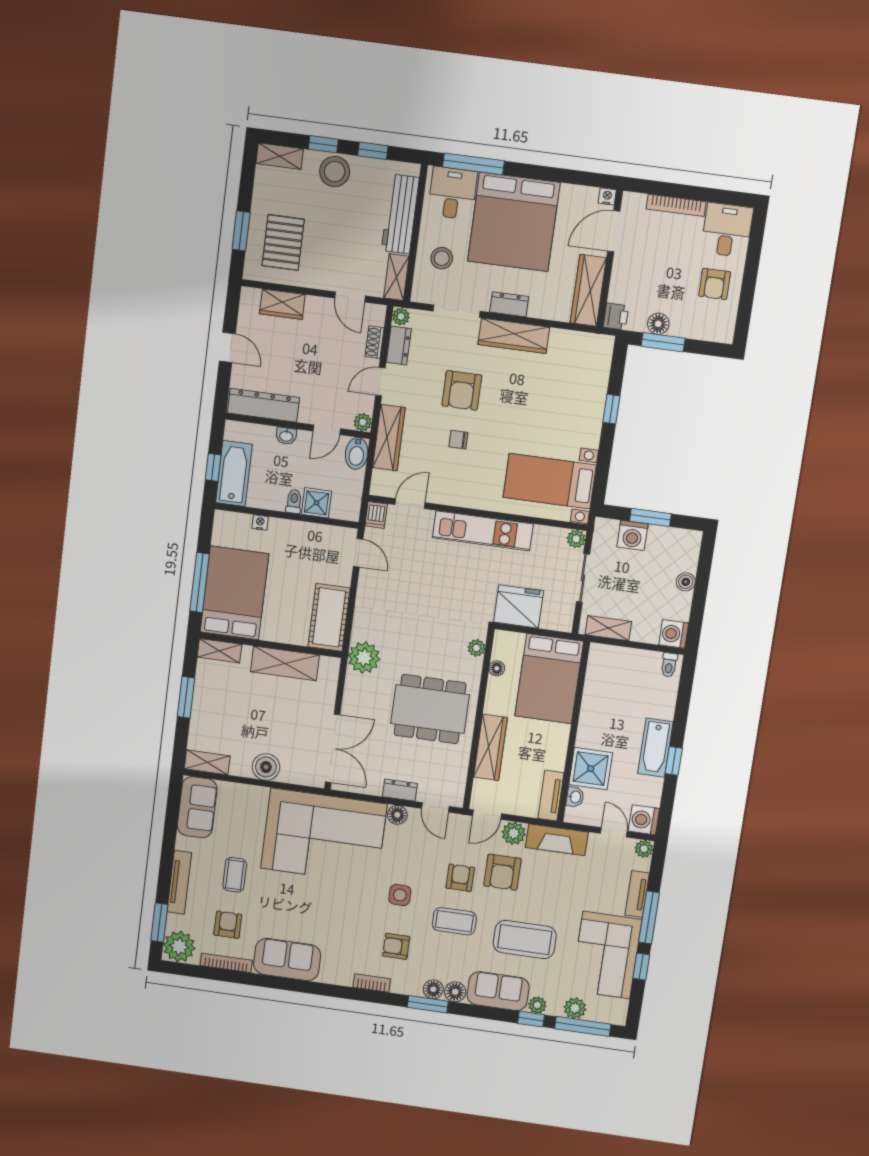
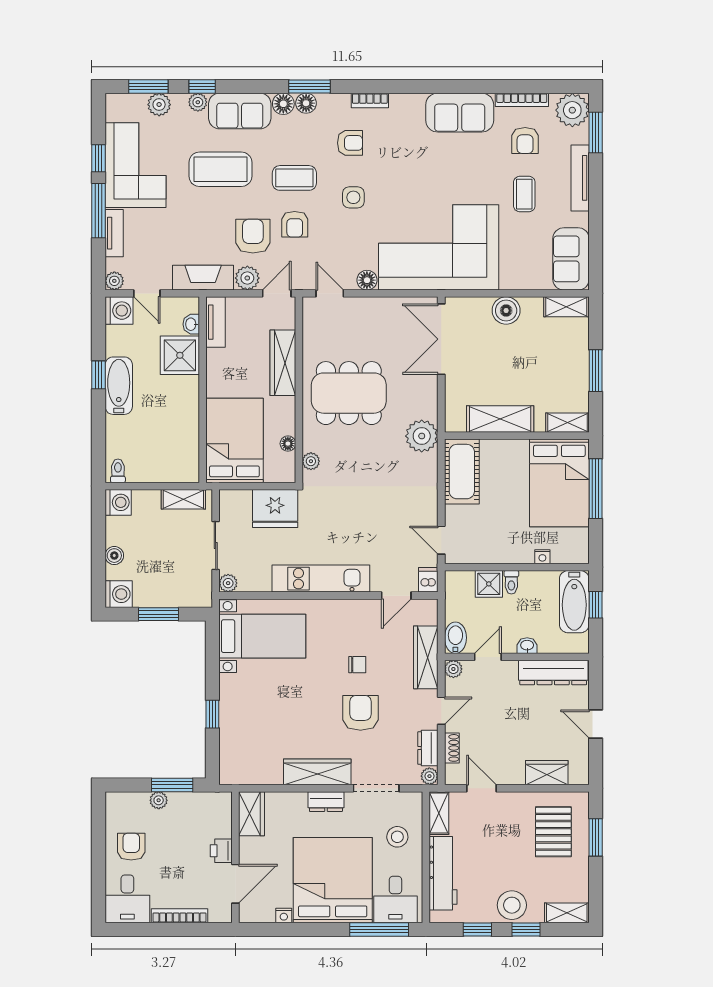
nightstand: (607, 196) -> (284, 915), moved
wardrobe: (588, 290) -> (252, 814), width x0.67
printer: (616, 316) -> (221, 851), moved
floor lamp: (658, 324) -> (179, 802), removed
plant: (679, 328) -> (159, 800), added
washing machine: (632, 535) -> (119, 594), moved, turned 90
dresser: (400, 790) -> (368, 306), removed
window: (583, 1026) -> (148, 86), width x0.69

